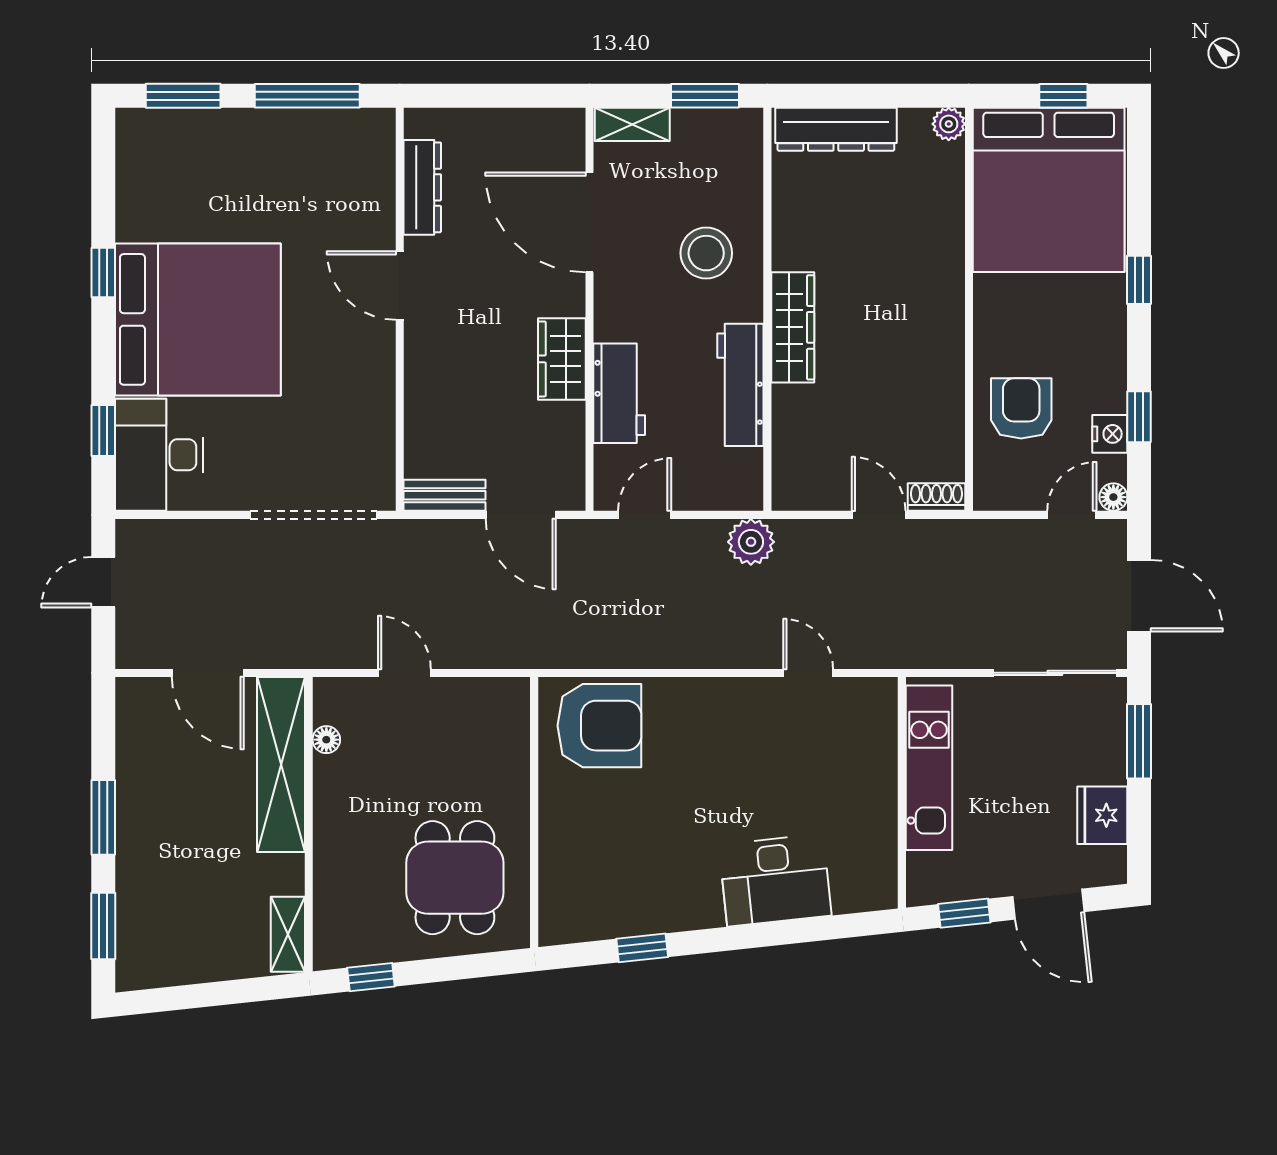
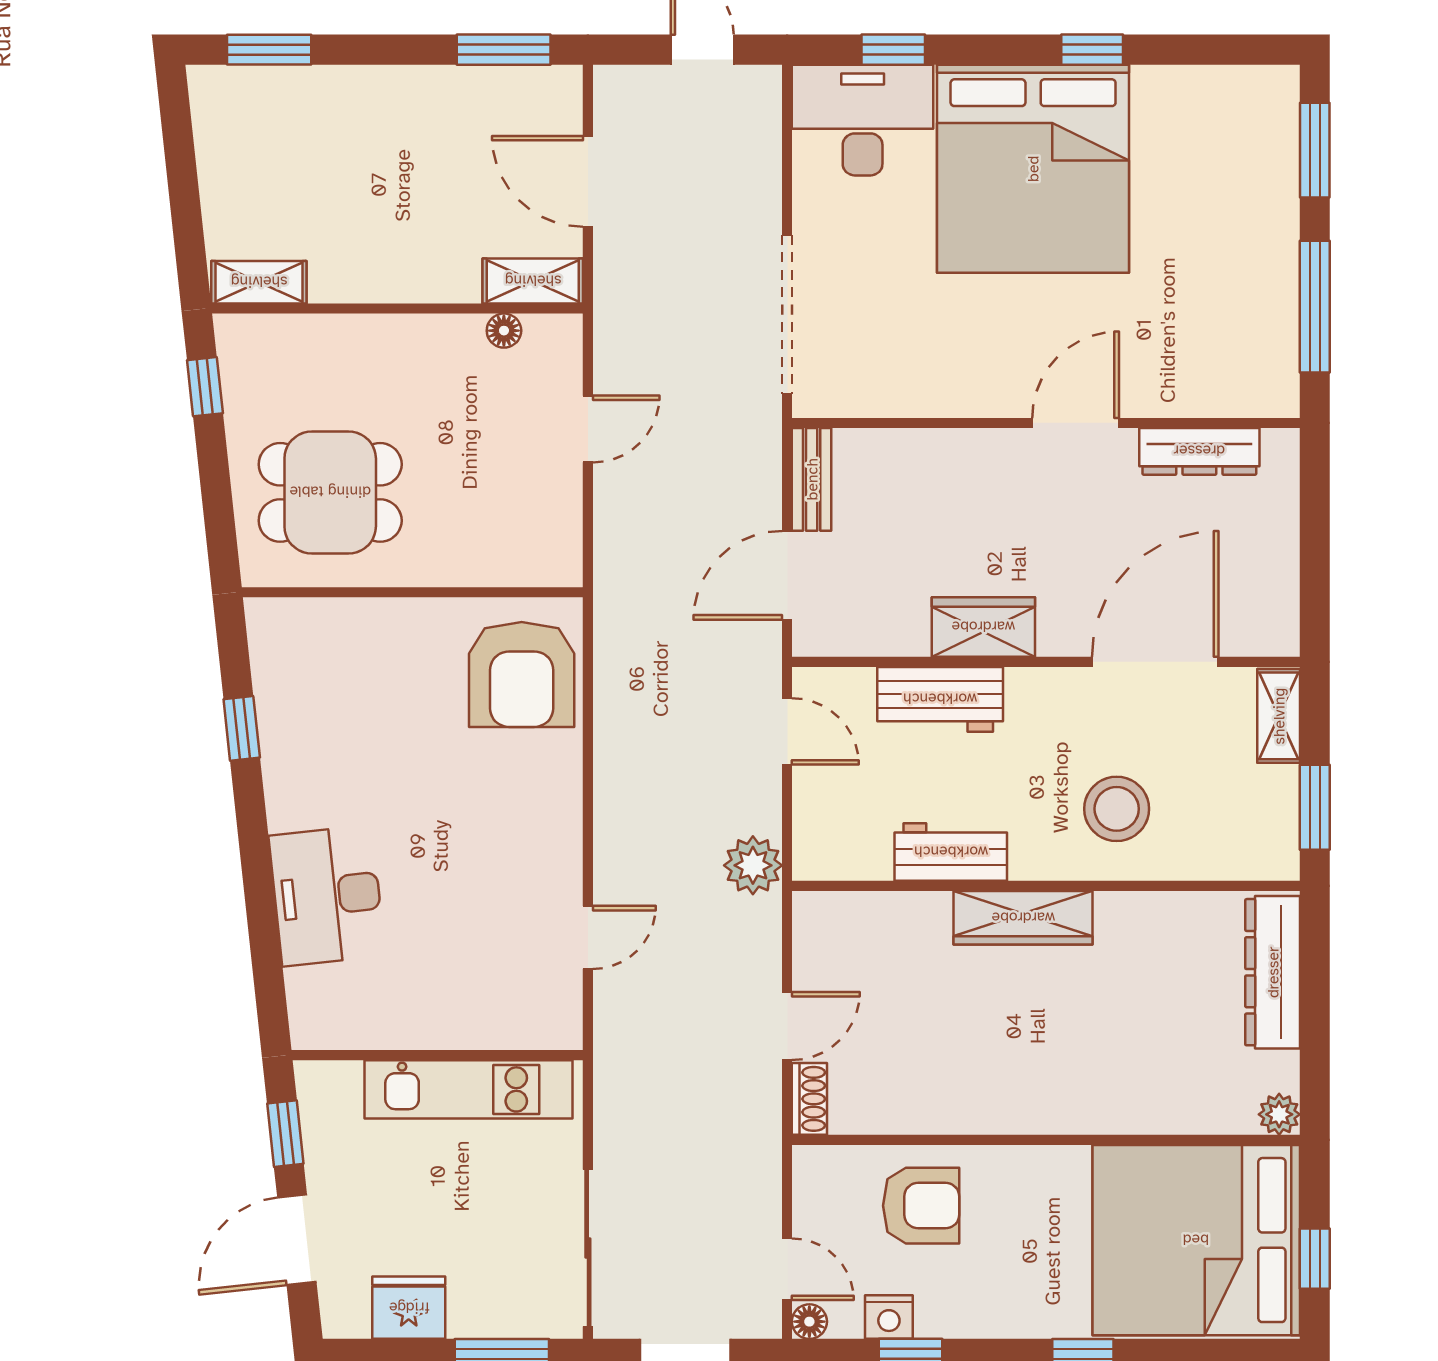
workbench: (740, 385) -> (951, 852), width x0.73
door: (208, 673) -> (588, 181), hinge flipped
shelving: (281, 764) -> (533, 281), width x0.45, depth x0.75
window: (103, 817) -> (504, 50), moved

